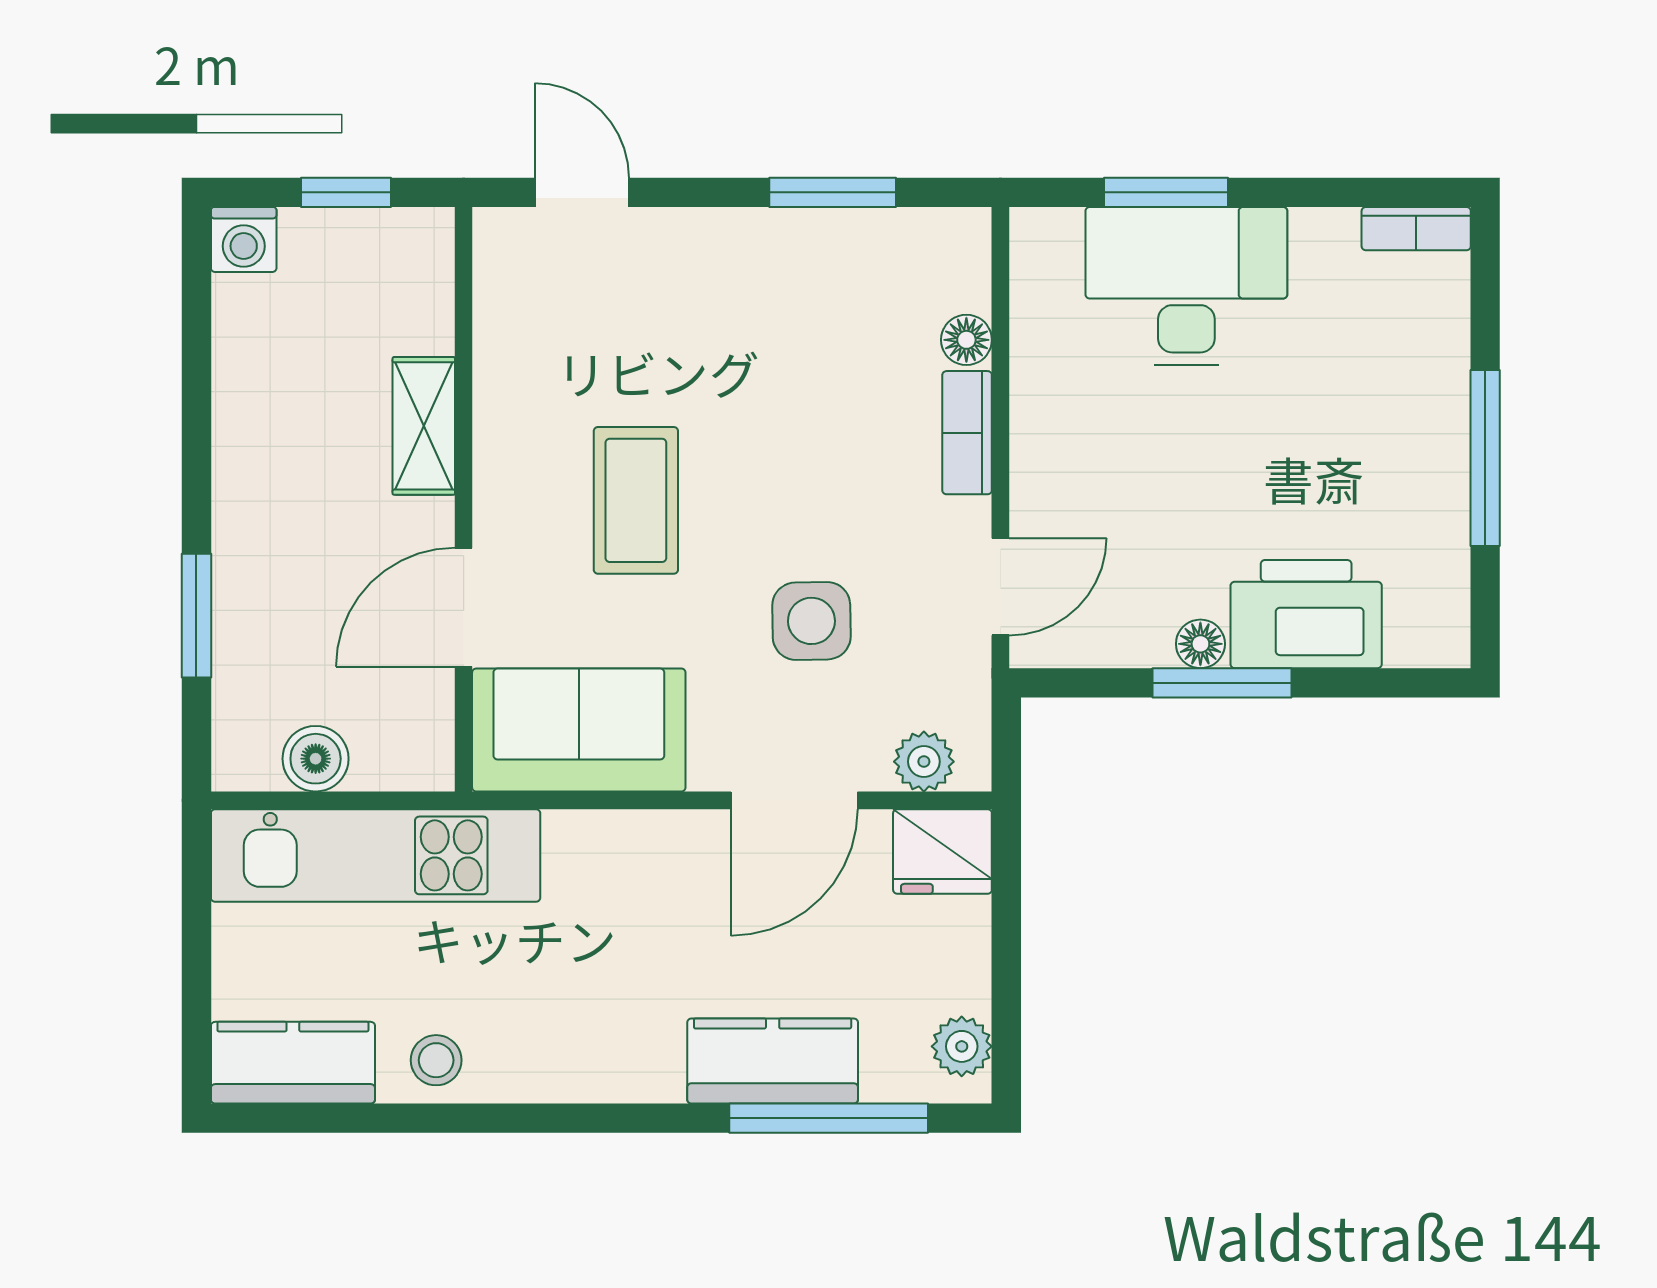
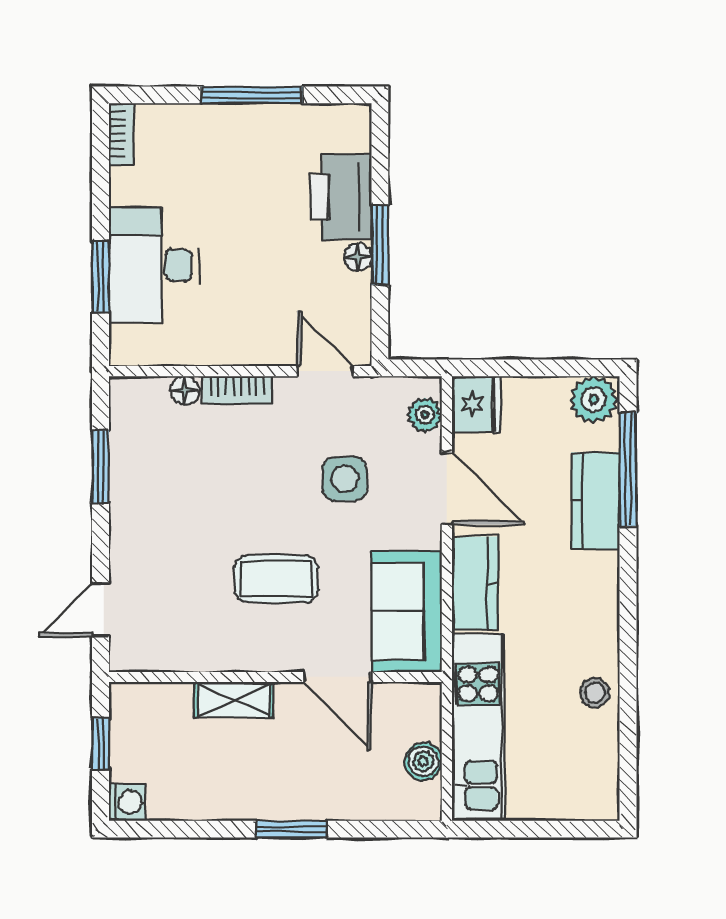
window: (196, 616) -> (291, 829), moved
plant: (962, 1046) -> (594, 400), width x1.38, depth x1.38
kitchen counter: (293, 1063) -> (475, 583), moved, turned 180

